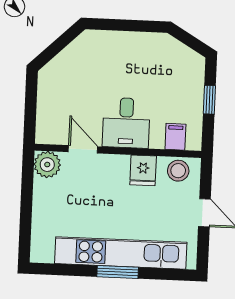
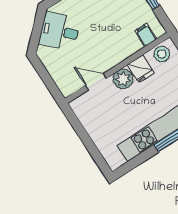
desk: (126, 123) -> (60, 31), moved, turned 136
plant: (47, 165) -> (123, 79), moved

